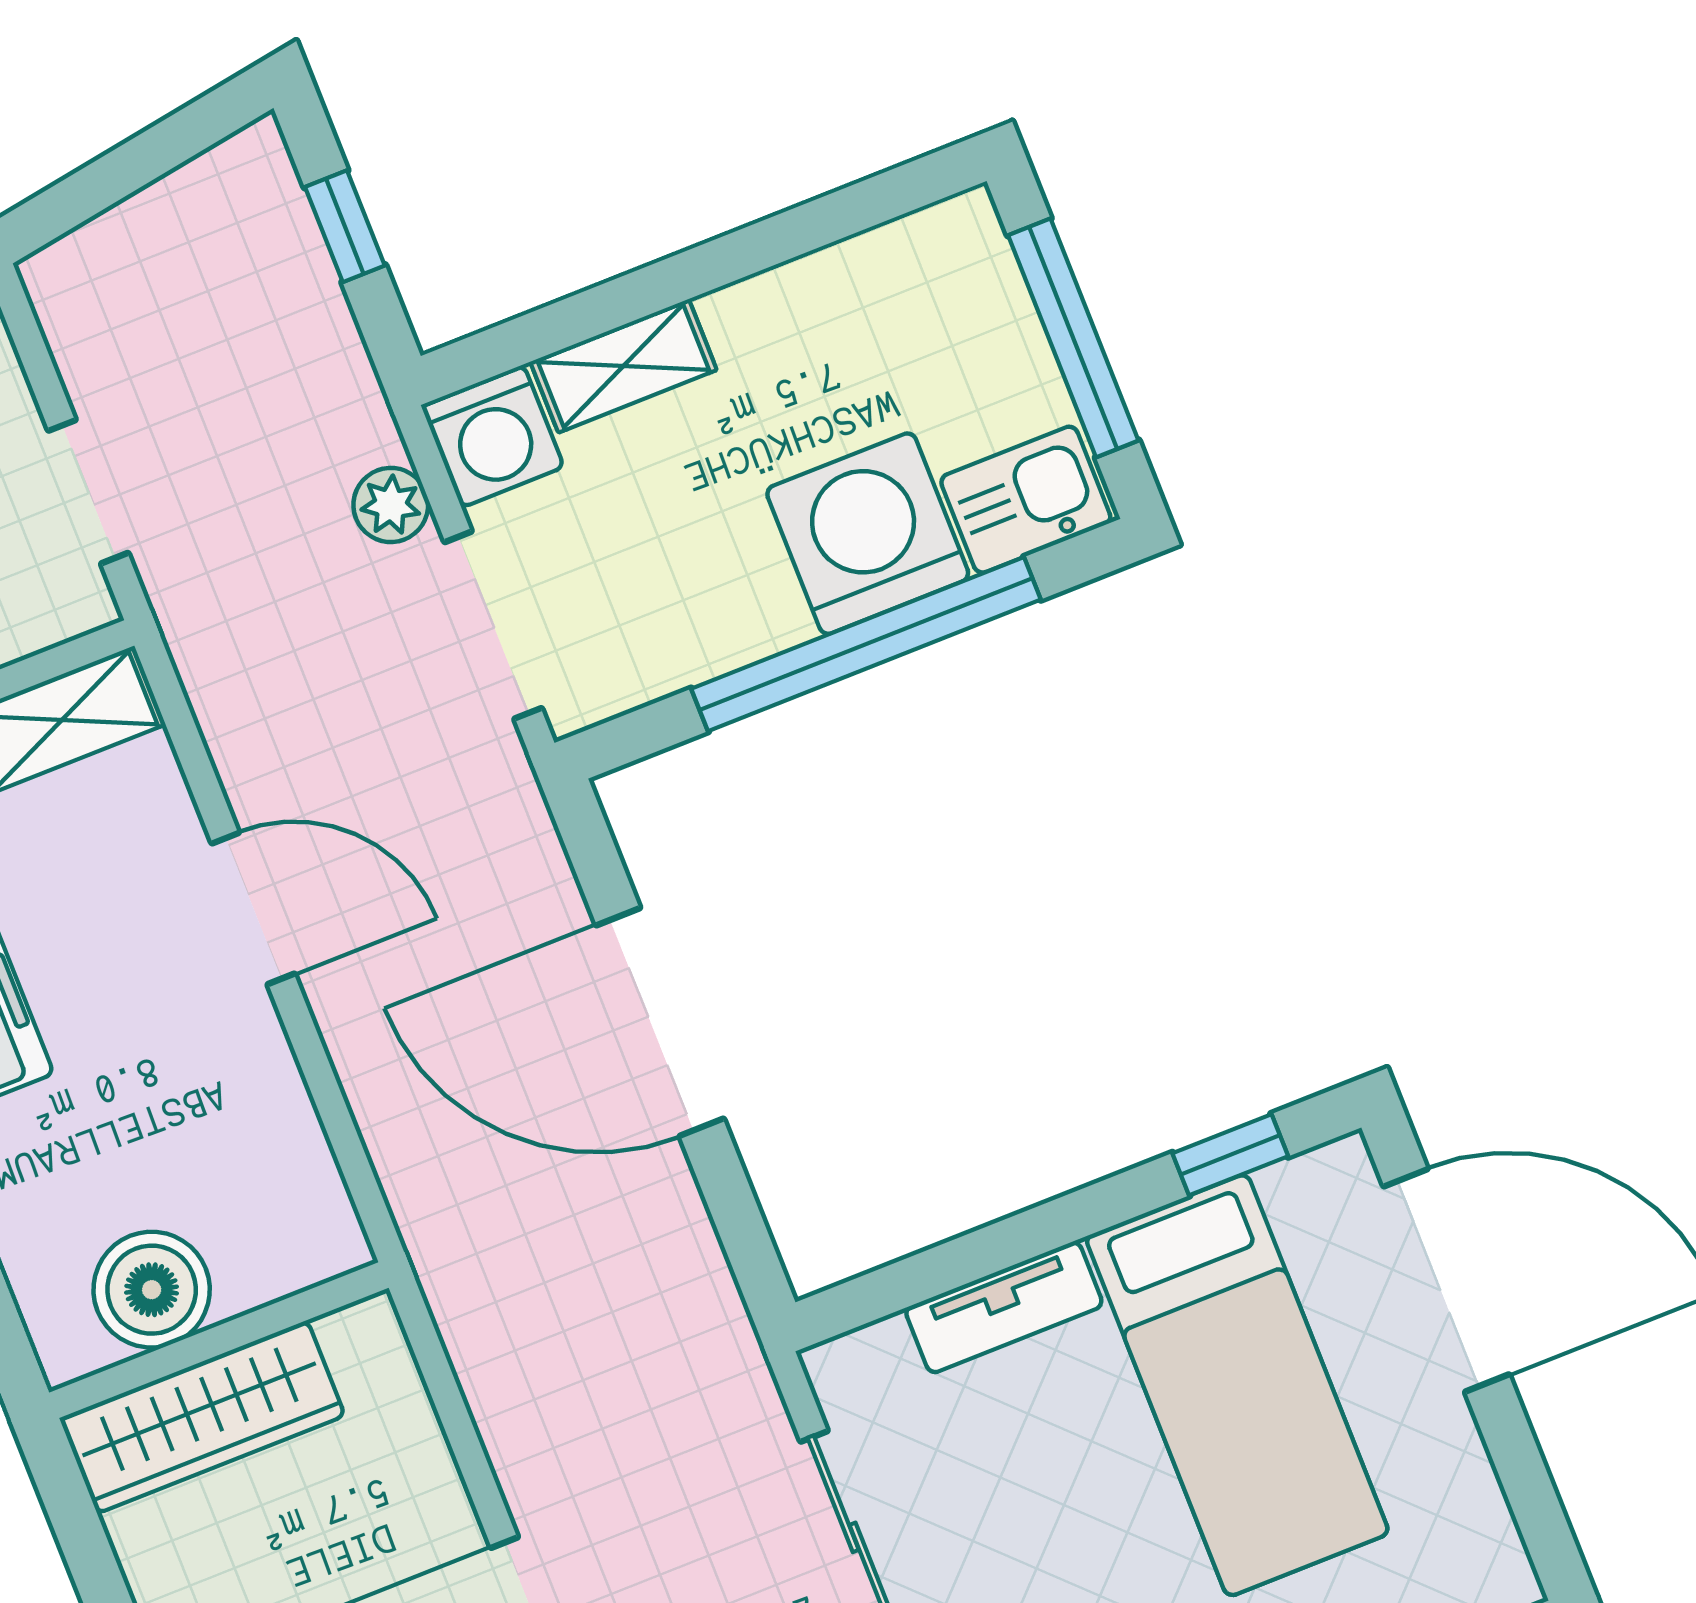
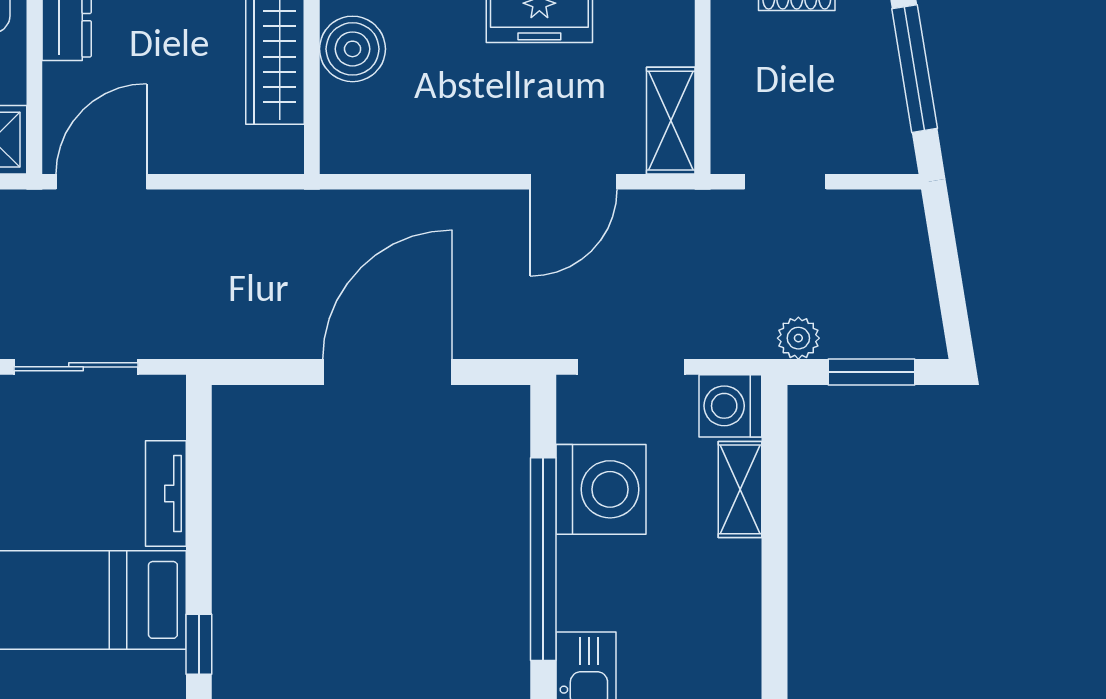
window: (345, 226) -> (872, 372), width x1.50
plant: (391, 505) -> (798, 338), moved
washing machine: (868, 534) -> (601, 489), moved
door: (253, 908) -> (574, 182), moved

